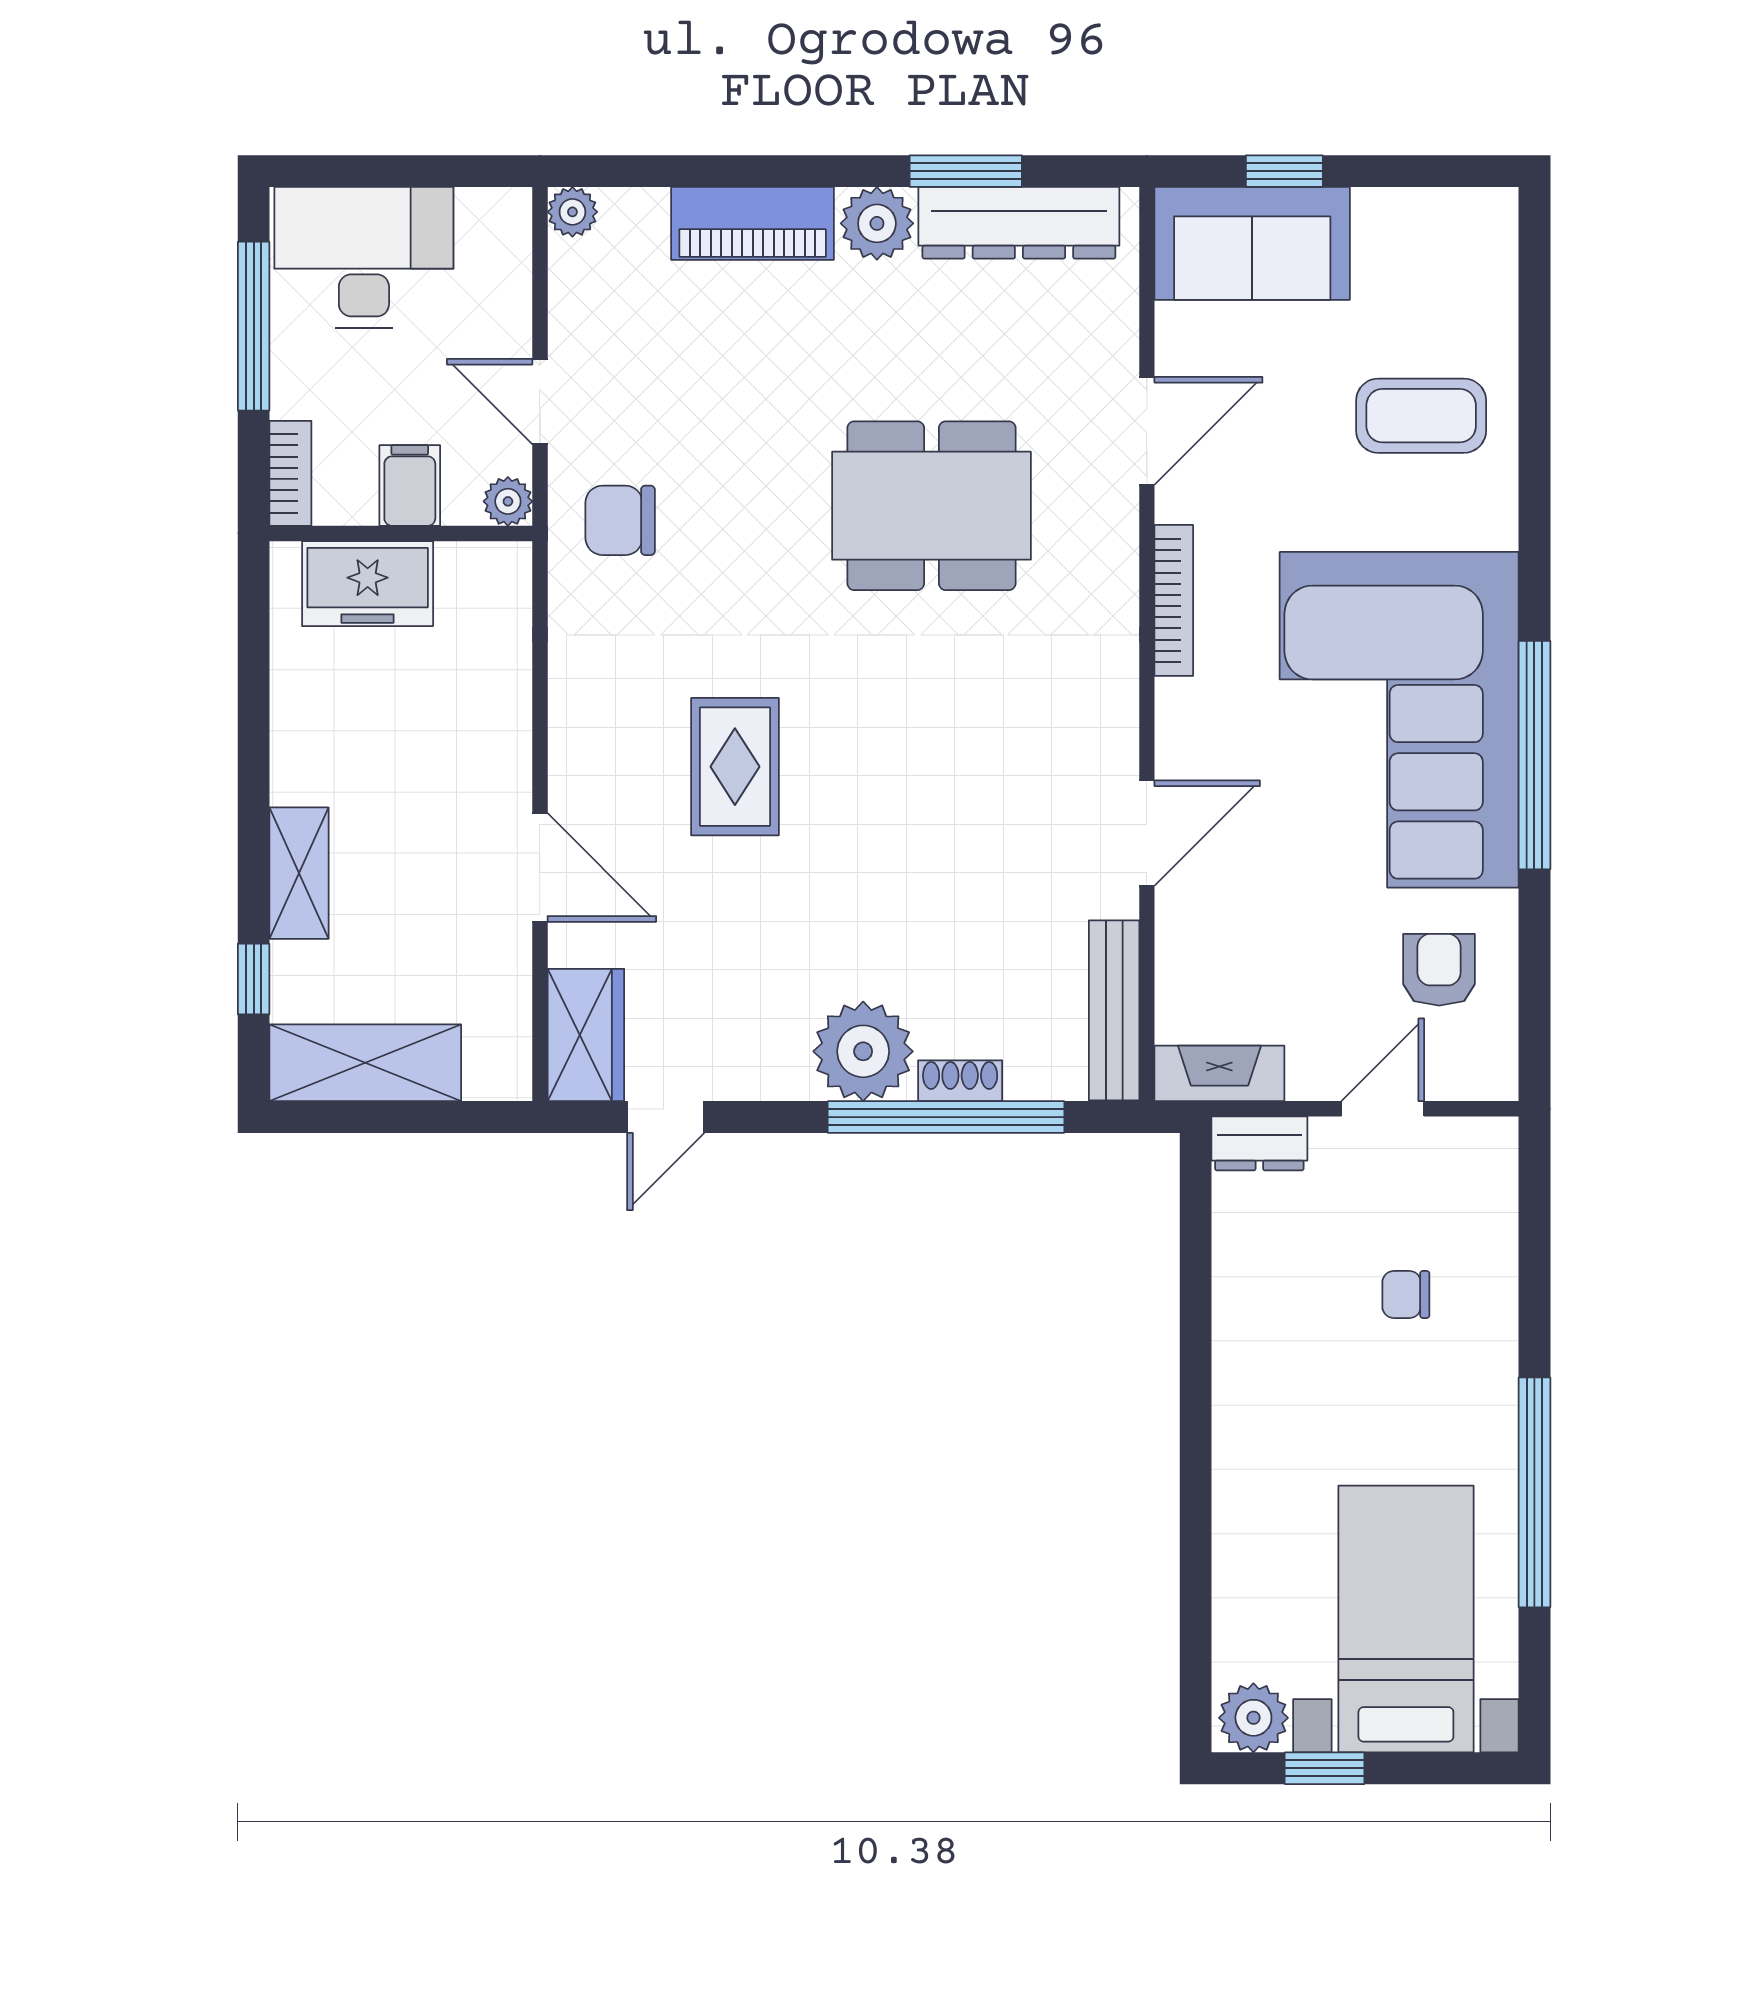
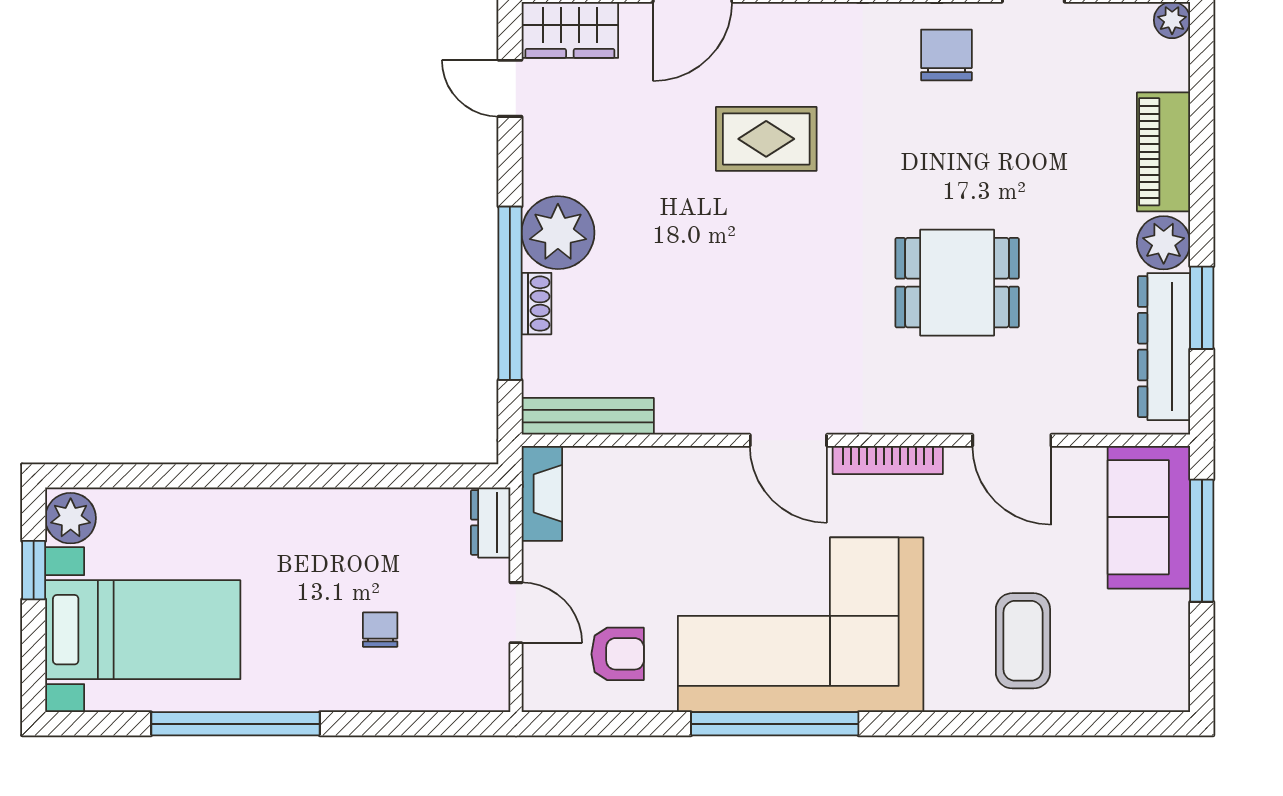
window: (1284, 171) -> (1202, 541), width x2.17
dining table: (931, 506) -> (957, 283), width x0.73
door: (1147, 833) -> (788, 440), moved

